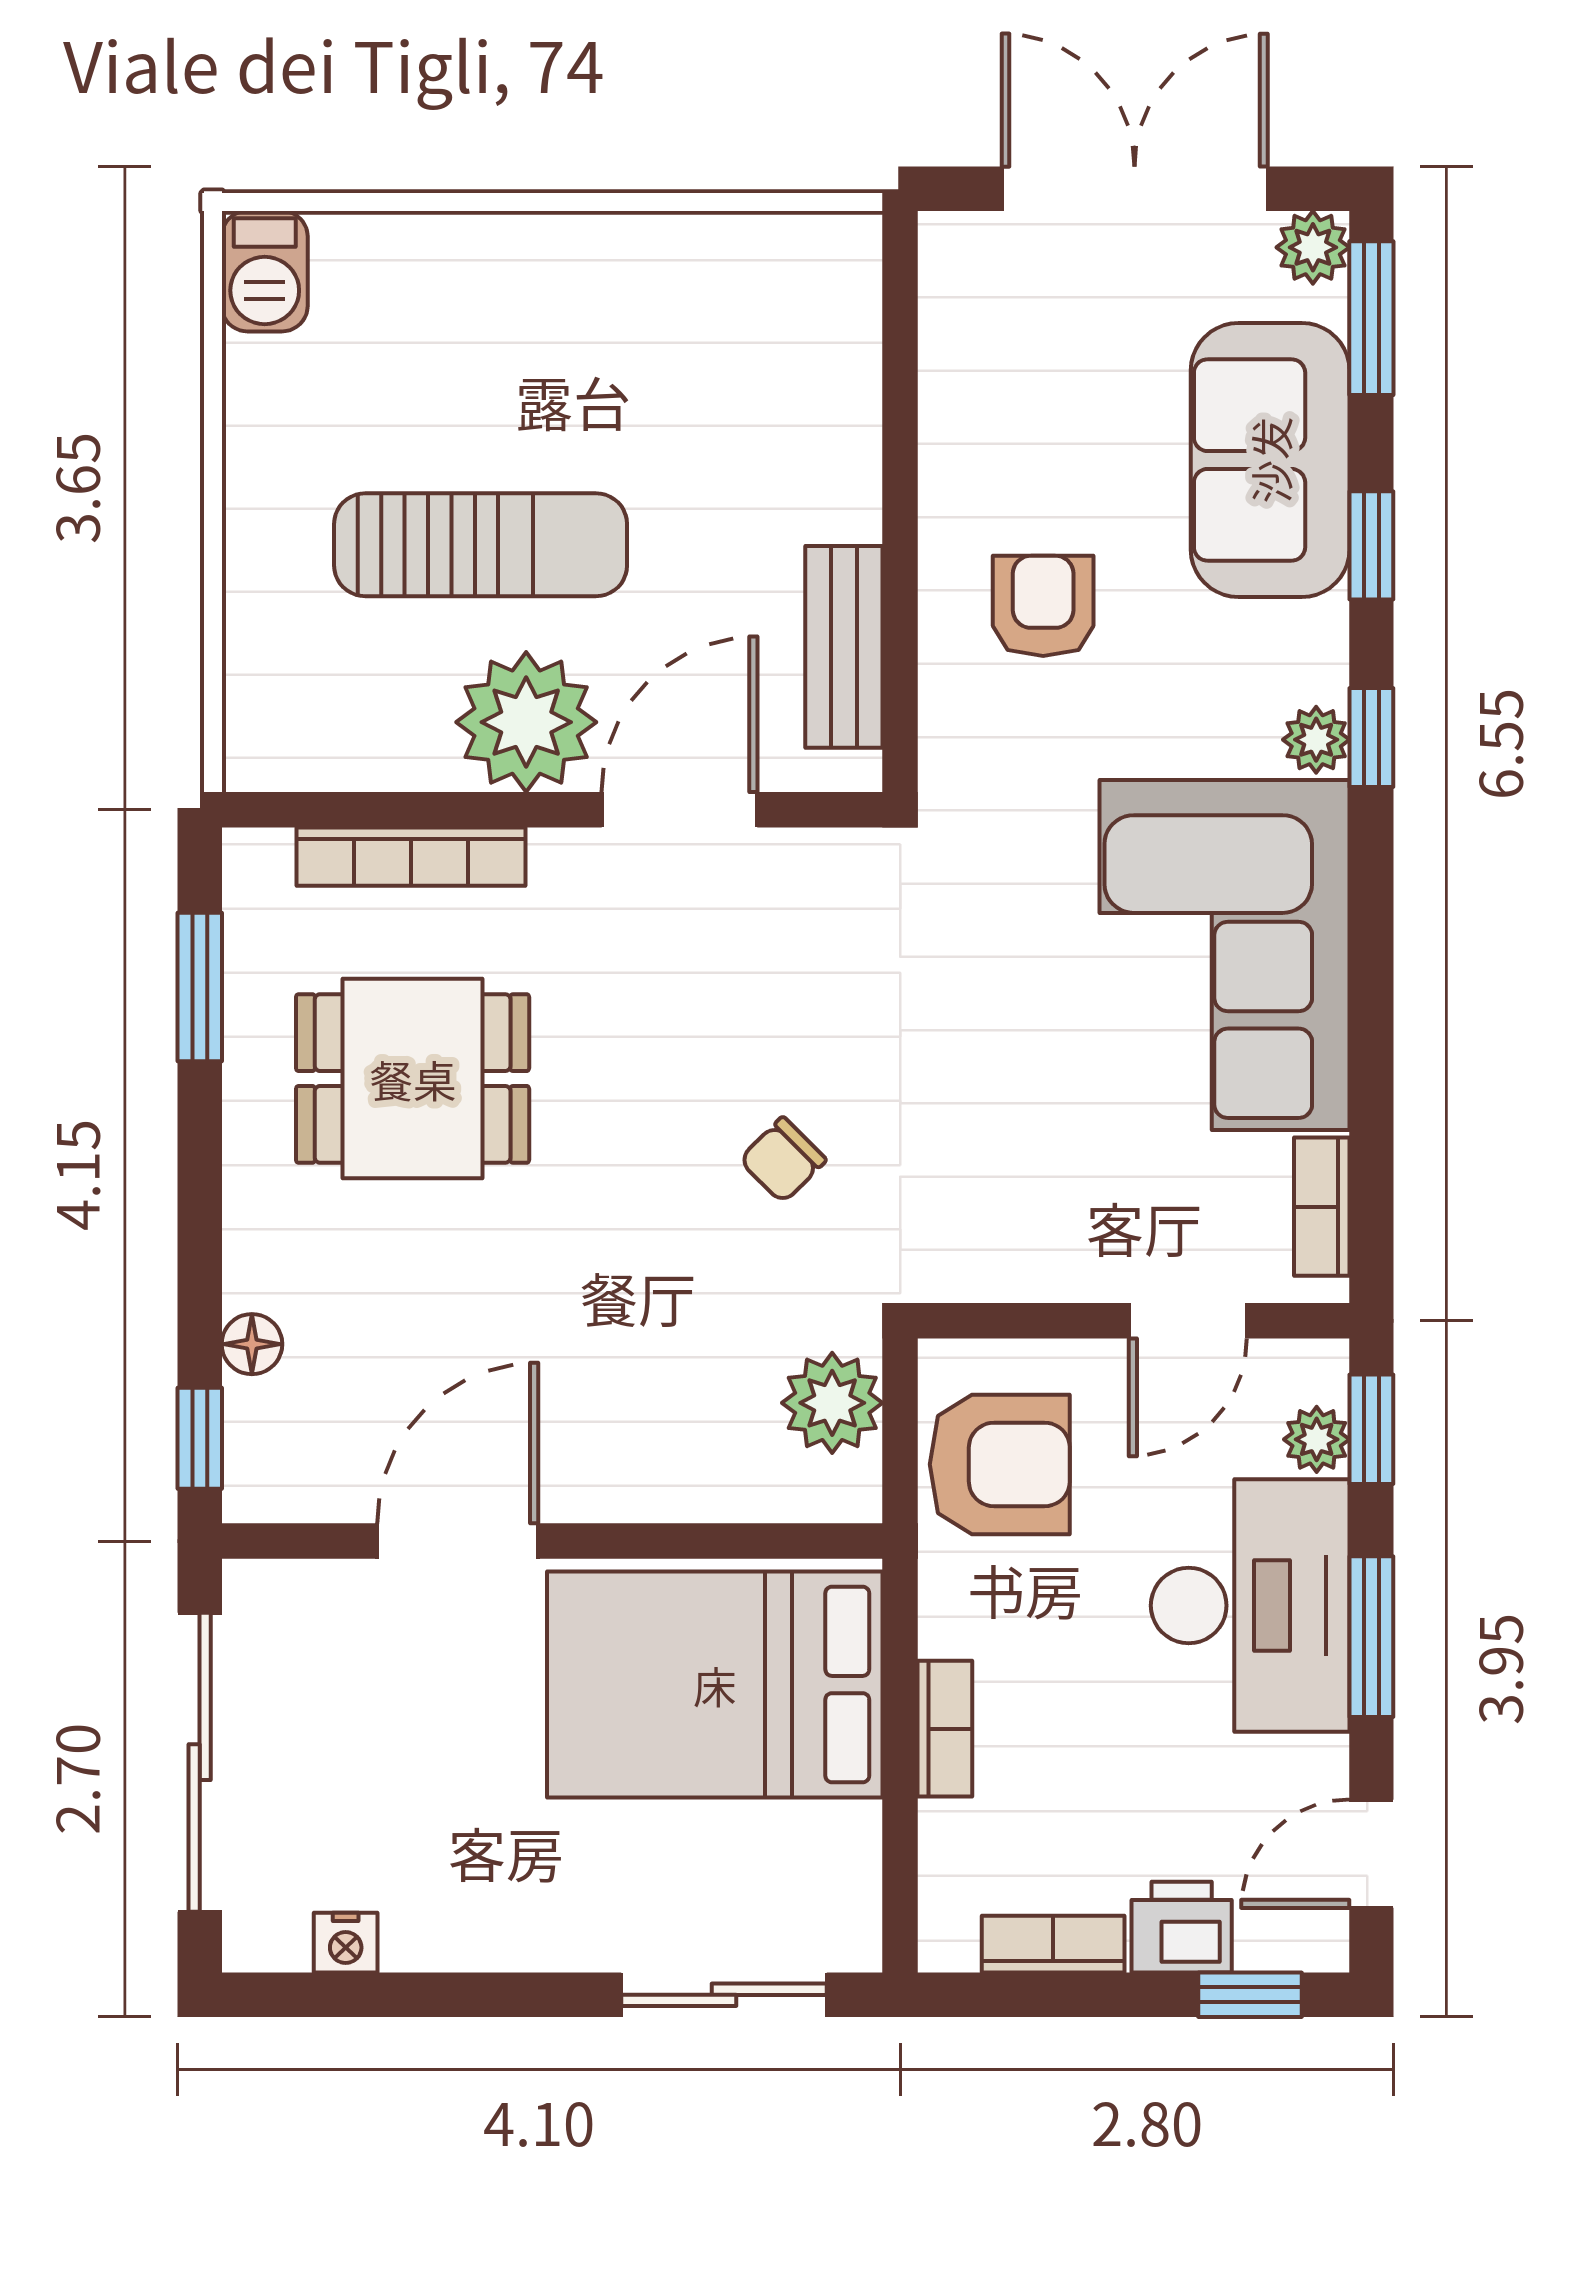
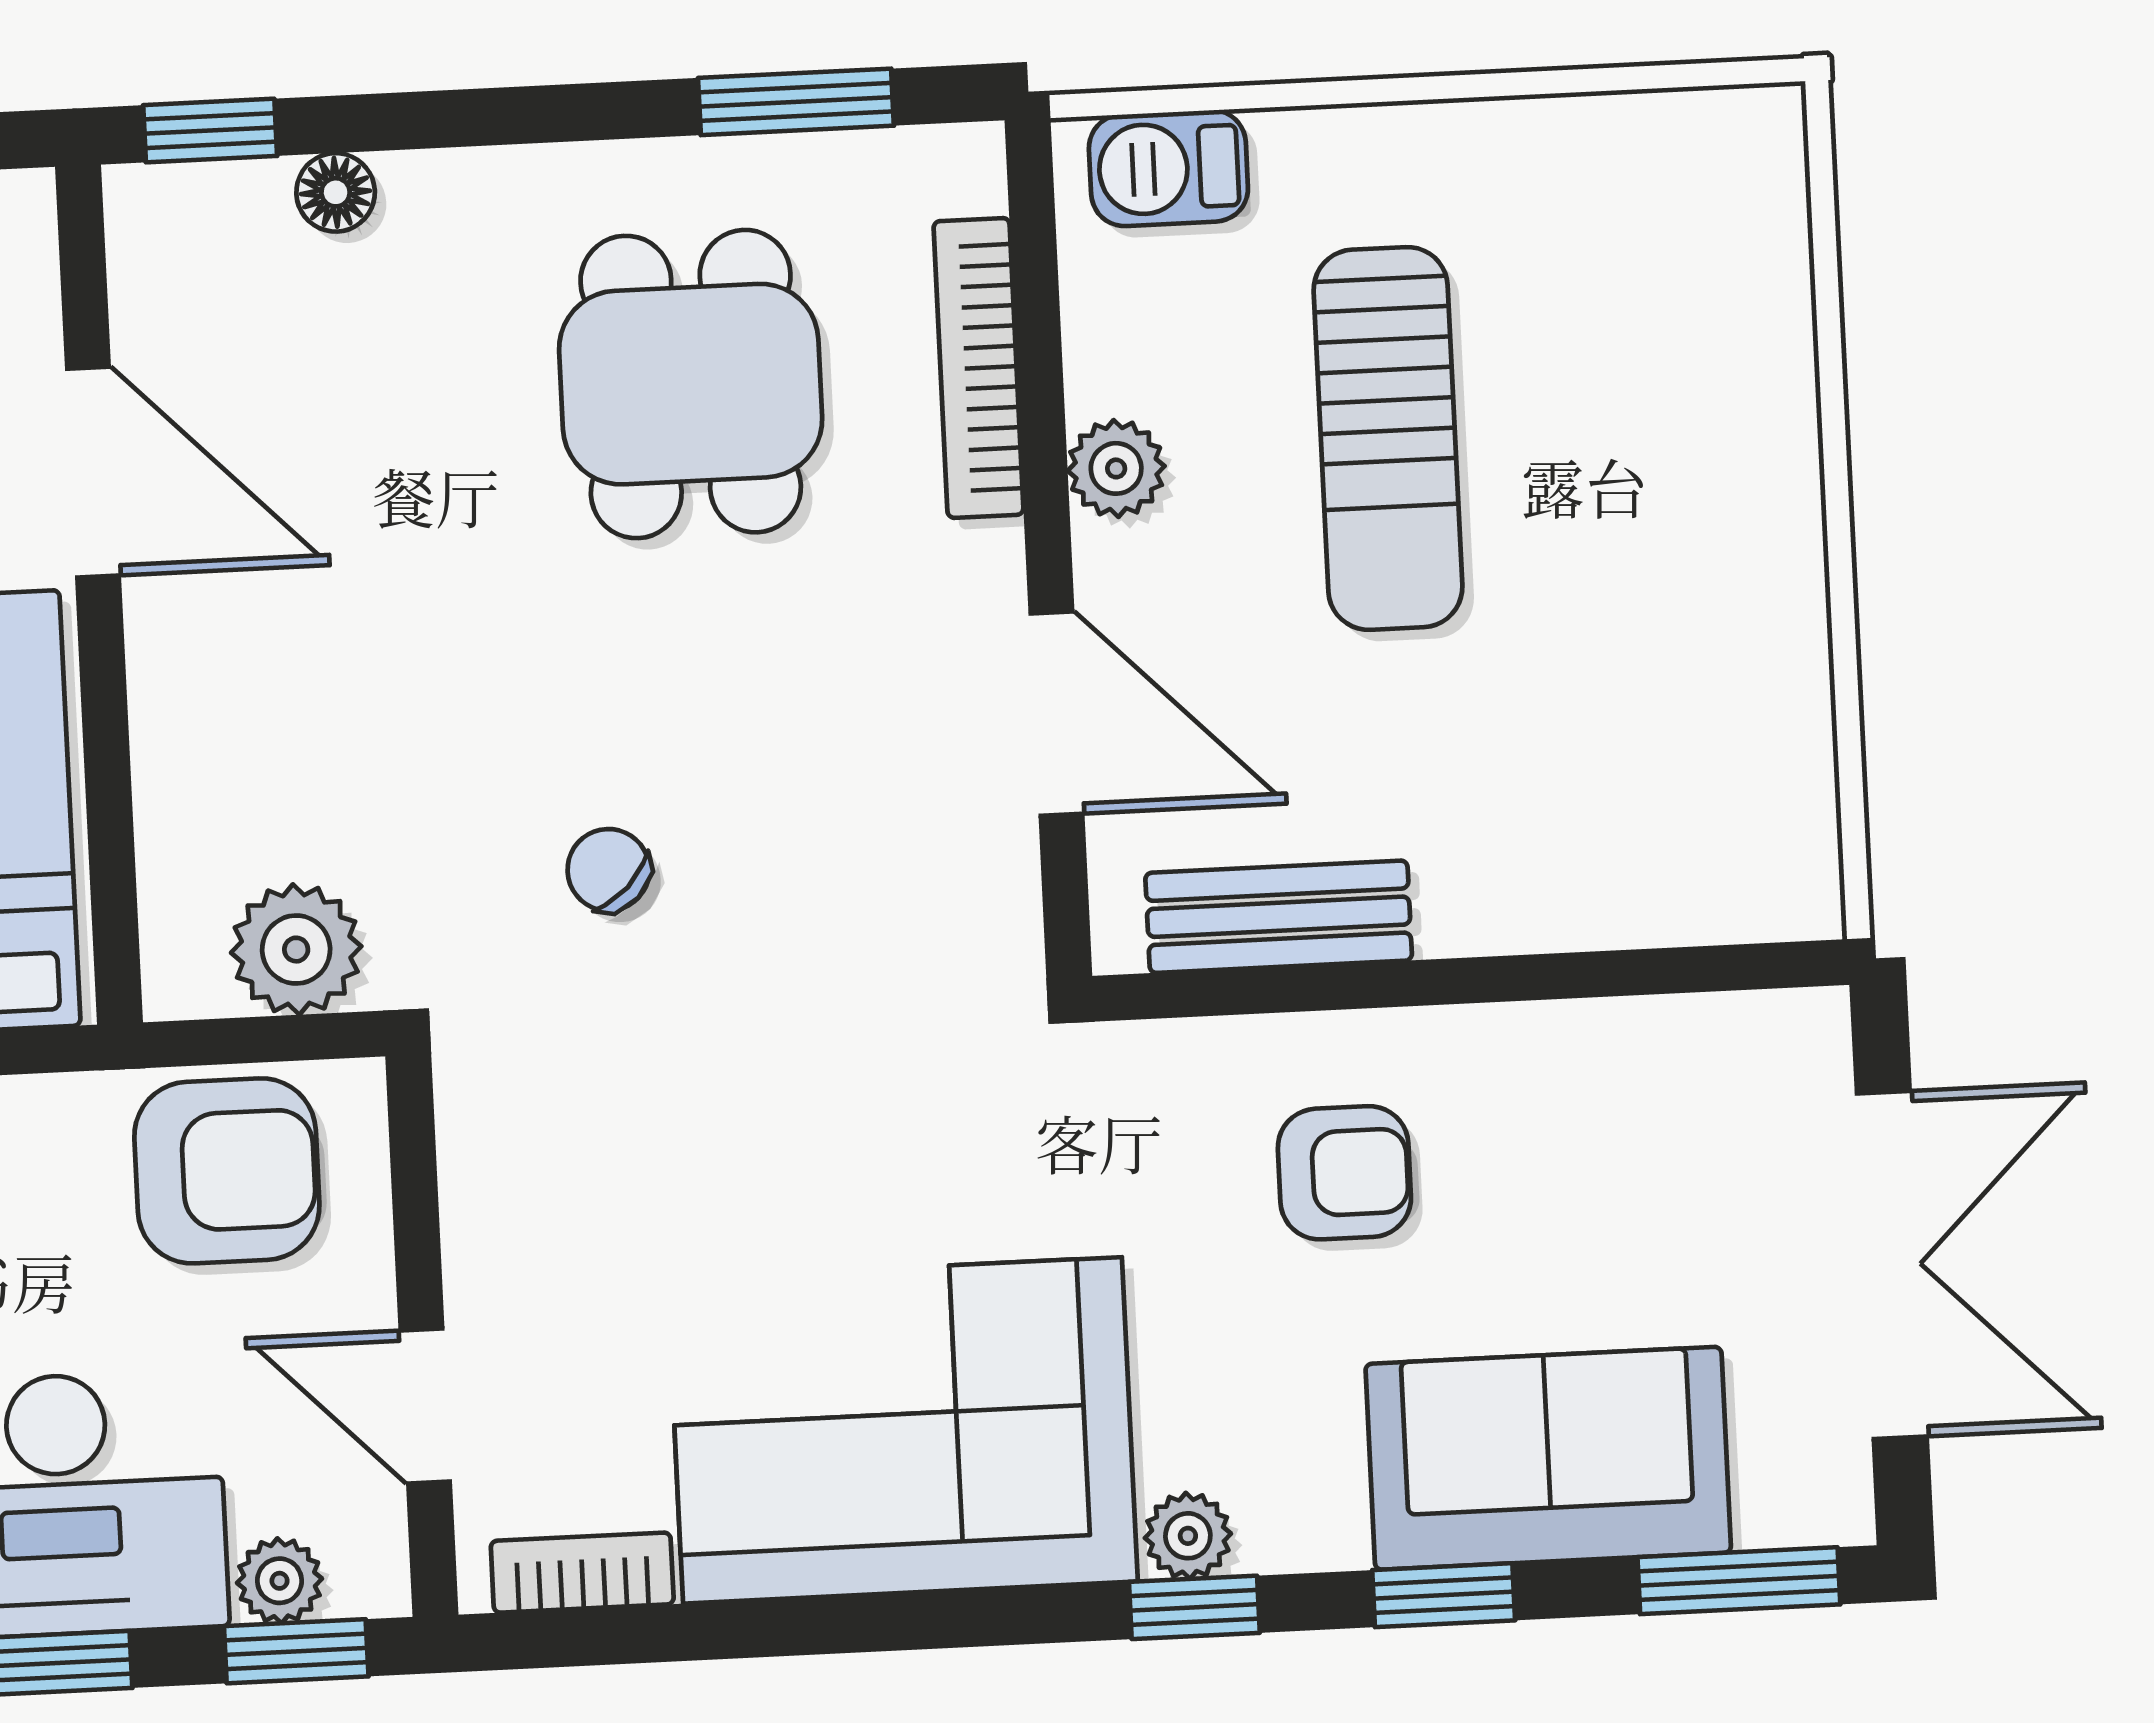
plant: (1313, 247) -> (1827, 1500), removed
barbecue: (265, 271) -> (1168, 168), moved
plant: (526, 722) -> (1116, 468), width x0.53, depth x0.53
armchair: (1000, 1464) -> (227, 1171), turned -90

